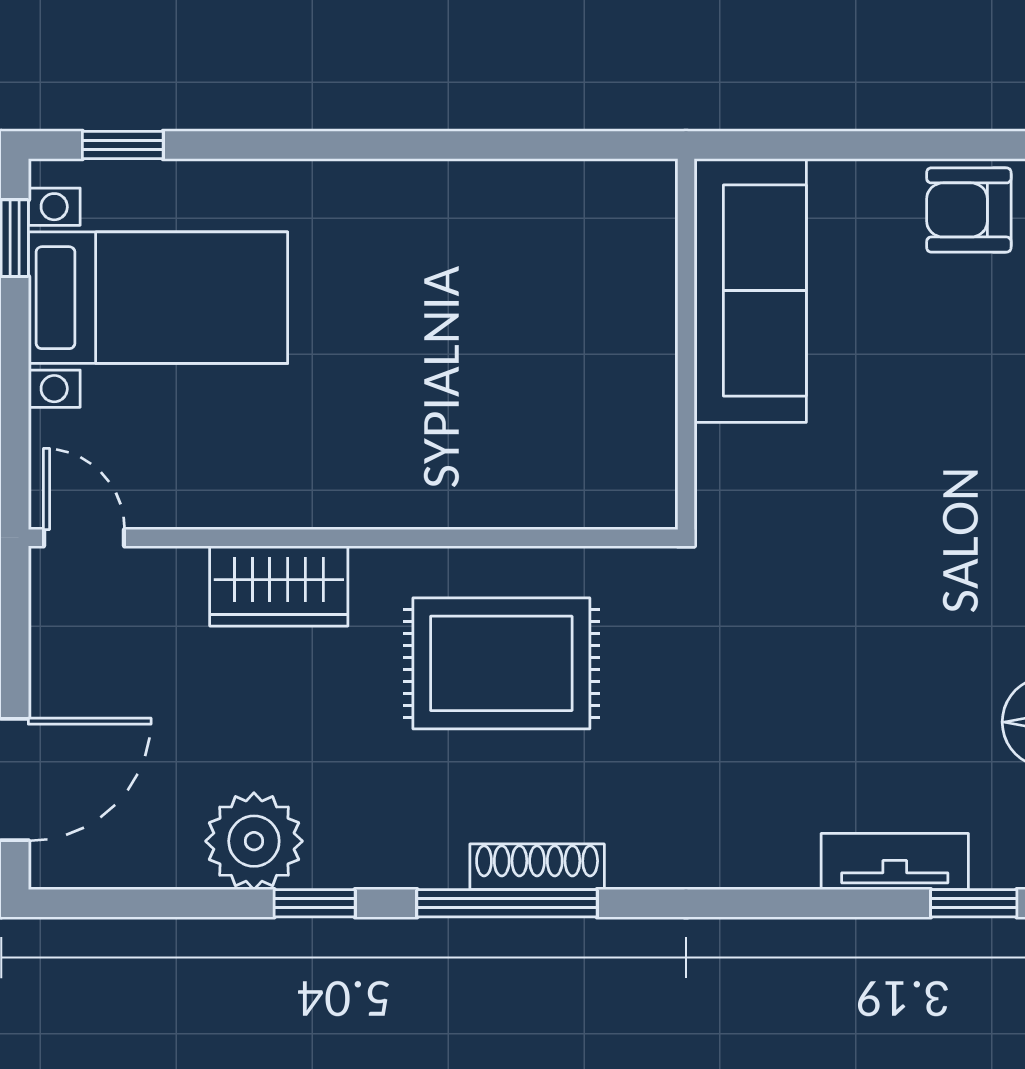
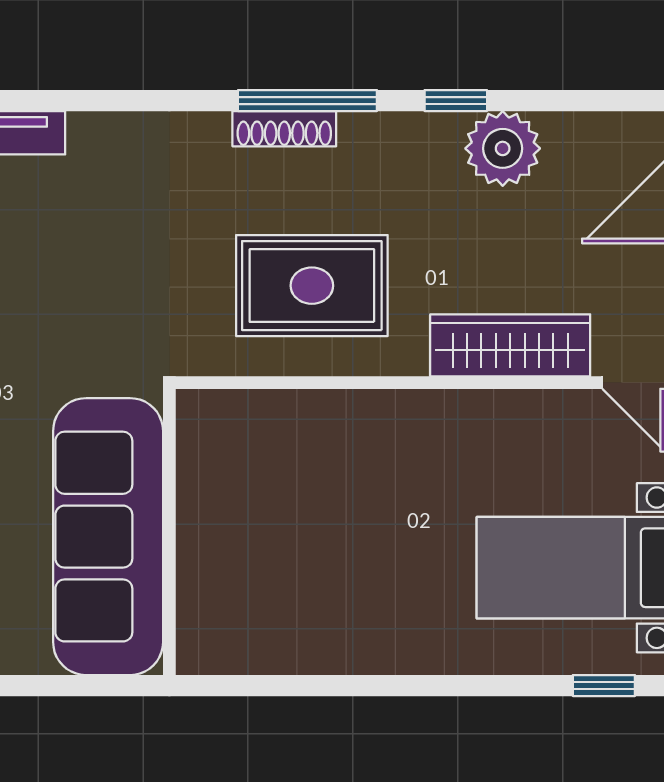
sofa: (750, 290) -> (108, 537), width x1.36, depth x1.27
wardrobe: (279, 586) -> (510, 345), width x1.50

